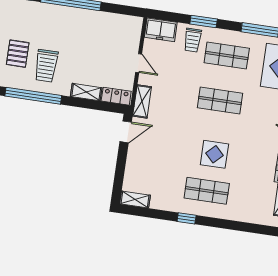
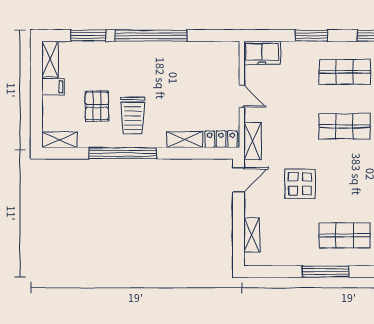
trolley: (193, 40) -> (302, 60), removed
display table: (214, 154) -> (300, 184), moved
shelving: (135, 200) -> (252, 235), moved, turned 90
window: (187, 218) -> (326, 272), width x2.17

